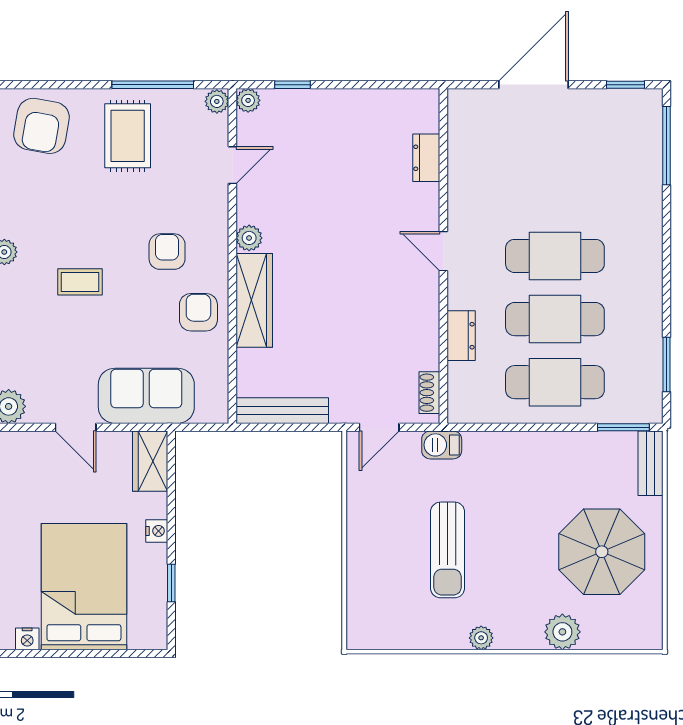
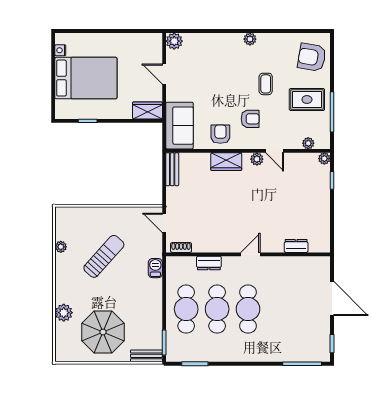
plant: (217, 101) -> (308, 143), moved
door: (232, 165) -> (275, 151), moved
coffee table: (80, 282) -> (266, 84), moved
wardrobe: (254, 300) -> (226, 162), width x0.67
armchair: (198, 312) -> (220, 134), turned -90
sofa: (146, 396) -> (179, 126), moved
bench: (282, 411) -> (172, 169), width x0.73
door: (76, 427) -> (164, 74), hinge flipped
barbecue: (442, 445) -> (155, 268), moved
nightstand: (157, 531) -> (113, 114), removed
sun lounger: (448, 550) -> (104, 256), turned 132
plant: (481, 638) -> (61, 247), moved

